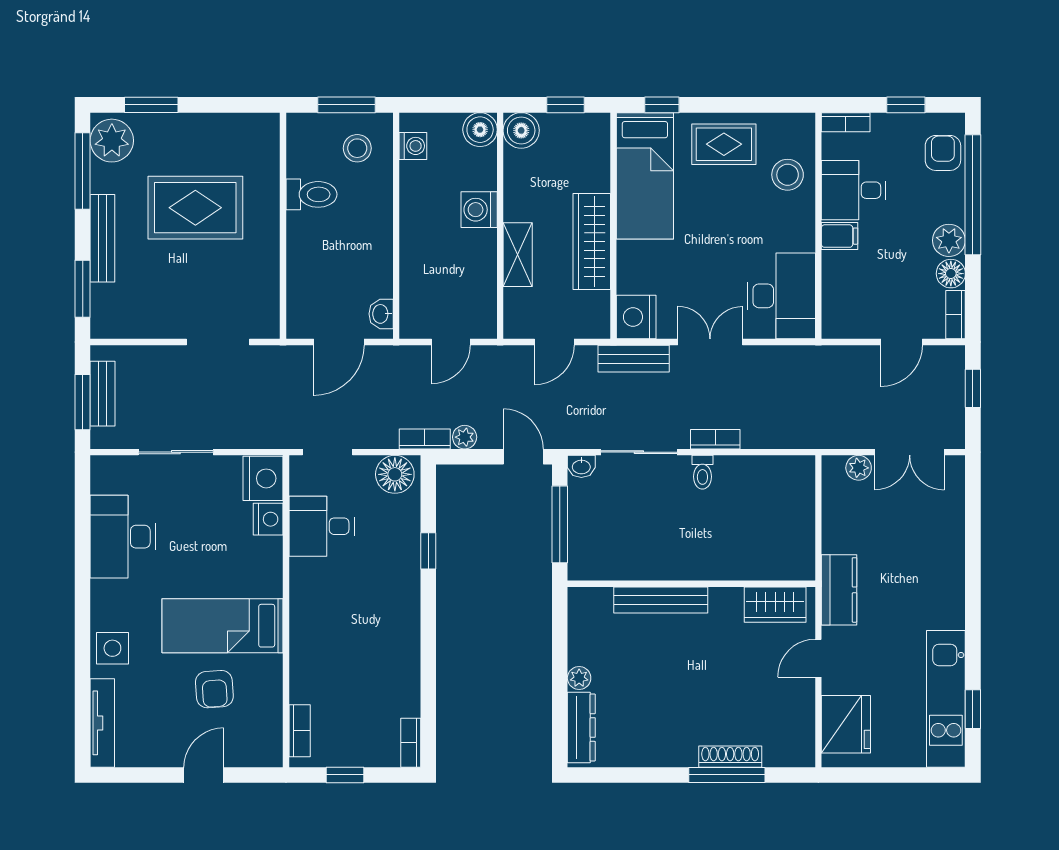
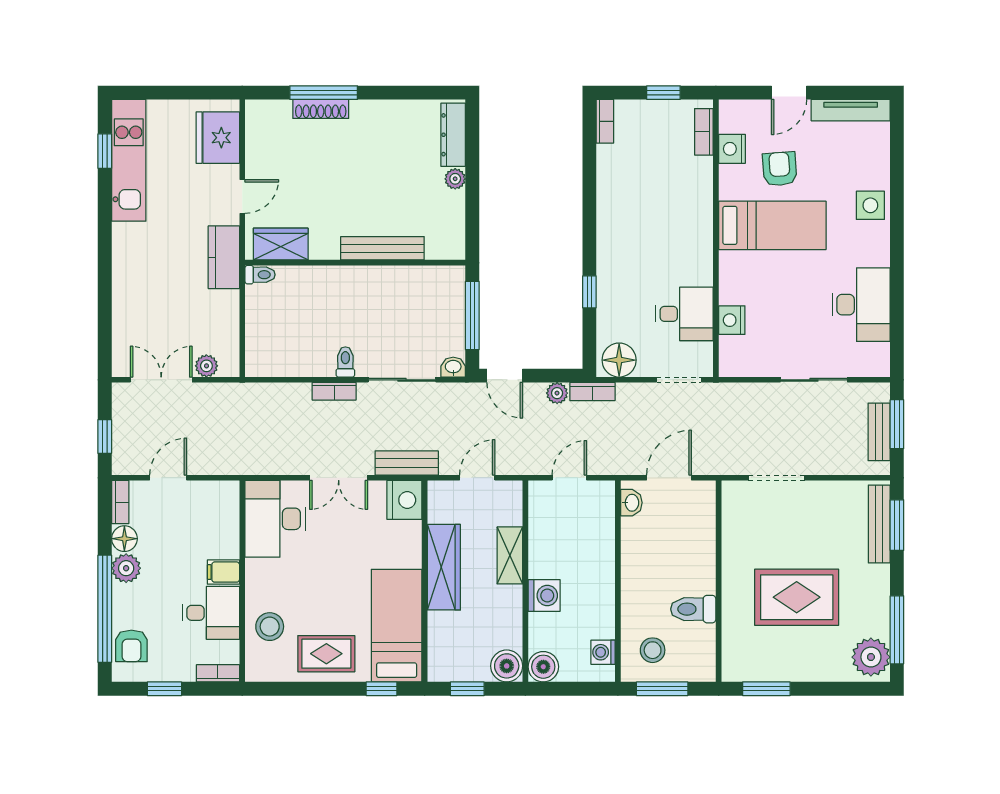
window: (151, 105) -> (766, 689), moved
bench: (102, 238) -> (879, 524), moved
nightstand: (263, 478) -> (732, 149), moved, width x0.74, depth x0.75
toilet: (798, 570) -> (260, 275), added
tv unit: (102, 723) -> (851, 110), moved, turned -90

